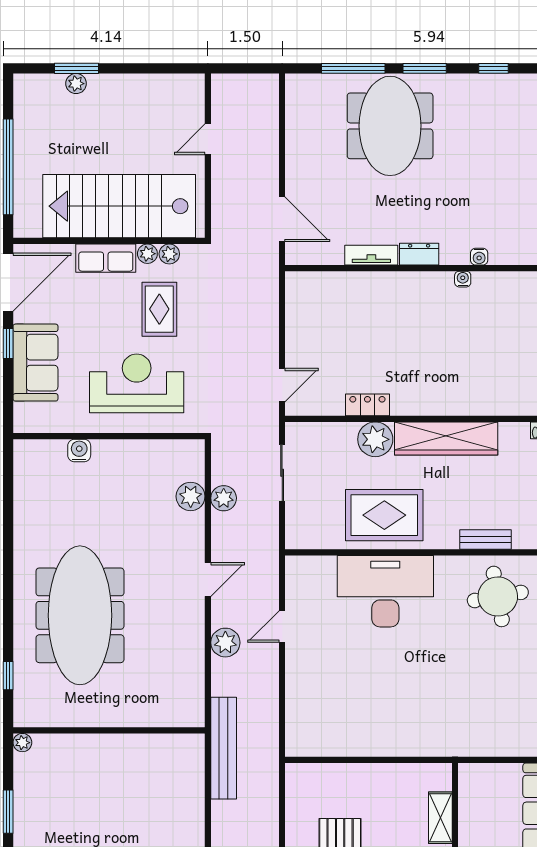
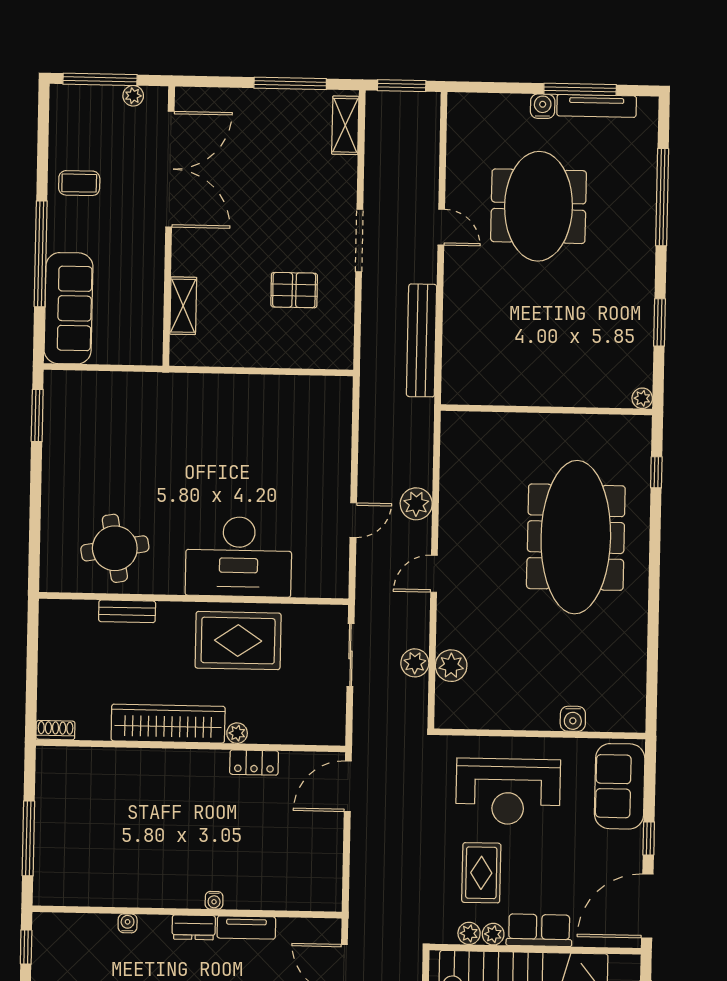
water cooler: (463, 279) -> (214, 900), moved
sofa: (35, 363) -> (620, 786), moved
door: (282, 385) -> (348, 786), width x1.38
plant: (375, 439) -> (237, 733), width x0.53, depth x0.53
sliding door: (282, 473) -> (351, 655), moved
bench: (224, 748) -> (422, 340), moved

